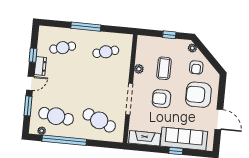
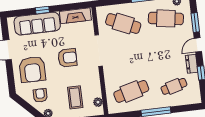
cafe table: (106, 52) -> (131, 91), width x1.37, depth x1.35
coffee table: (164, 68) -> (75, 97), moved
plant: (139, 69) -> (98, 102), moved
armchair: (198, 95) -> (32, 69), turned 90

